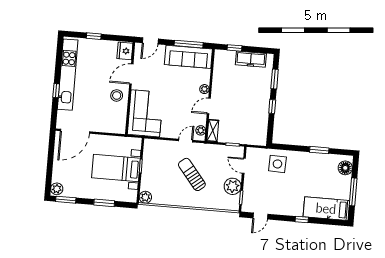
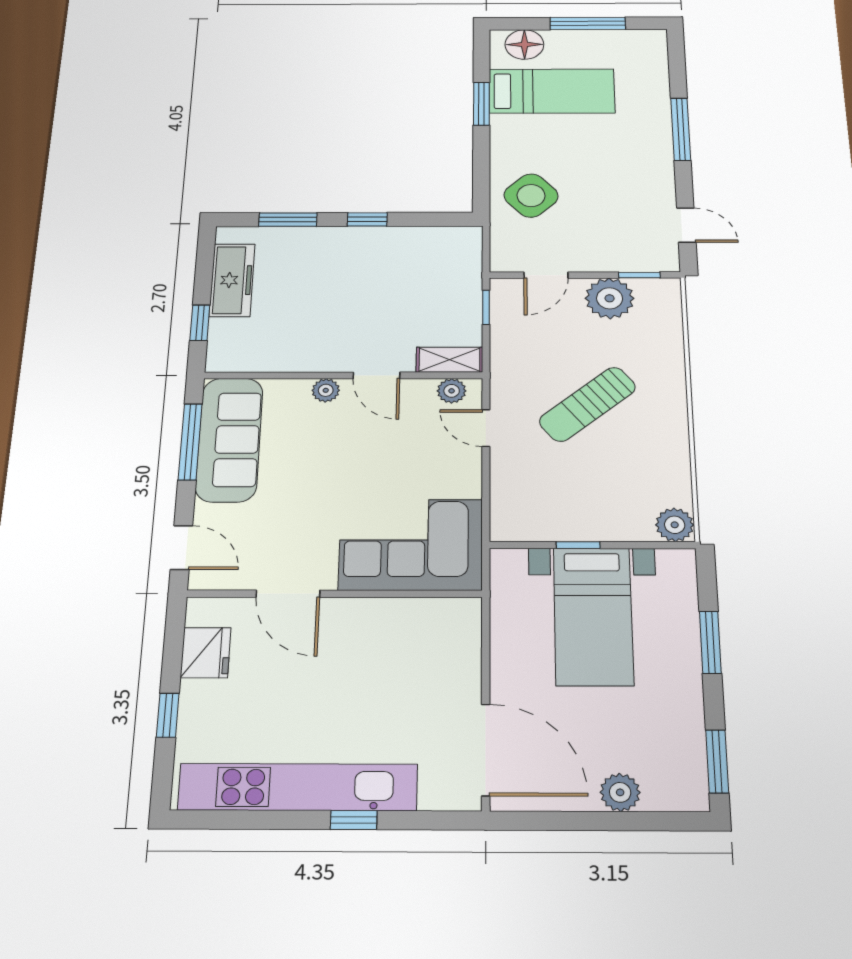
fridge: (125, 51) -> (206, 653), moved, turned -90
stool: (117, 95) -> (359, 631), removed
side table: (277, 164) -> (531, 196), turned 45
plant: (57, 189) -> (620, 792), moved
bed: (326, 209) -> (552, 91), moved, turned -90
window: (302, 219) -> (681, 129), width x2.17

